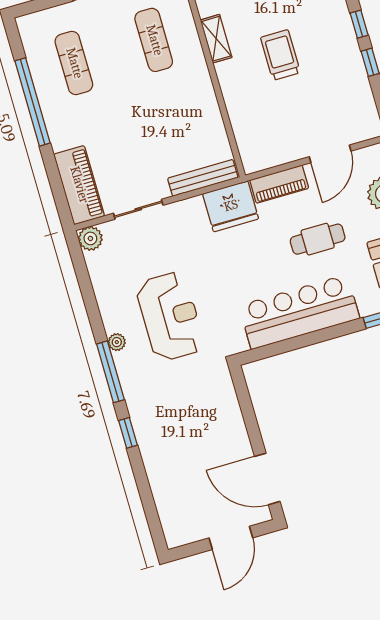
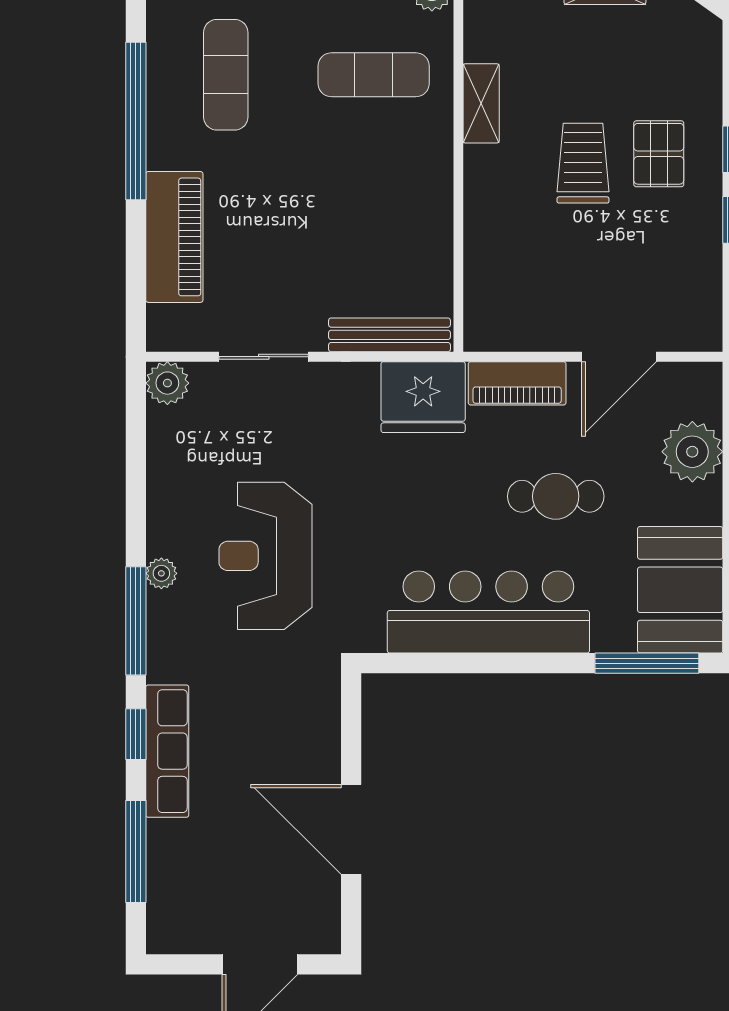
pallet: (320, 38) -> (659, 154), added
exercise mat: (154, 40) -> (374, 75), turned 90
piano: (79, 185) -> (174, 237), moved
reception desk: (170, 316) -> (265, 556), turned 180
row of seats: (148, 437) -> (167, 751), added
door: (267, 479) -> (351, 829), moved
window: (146, 496) -> (136, 851), added

